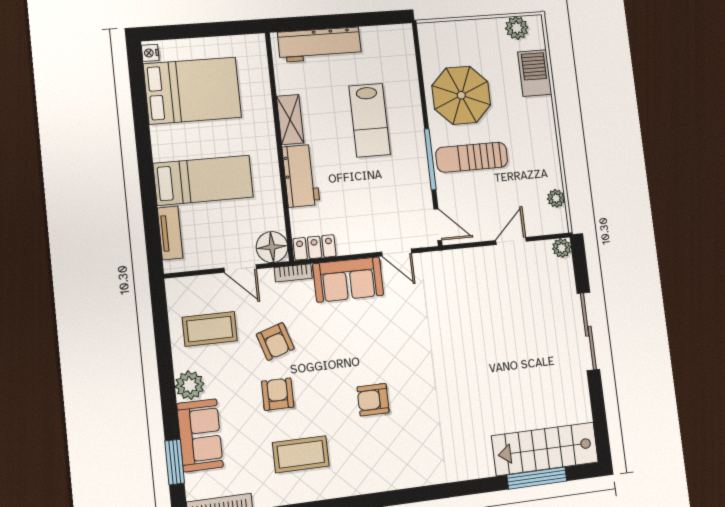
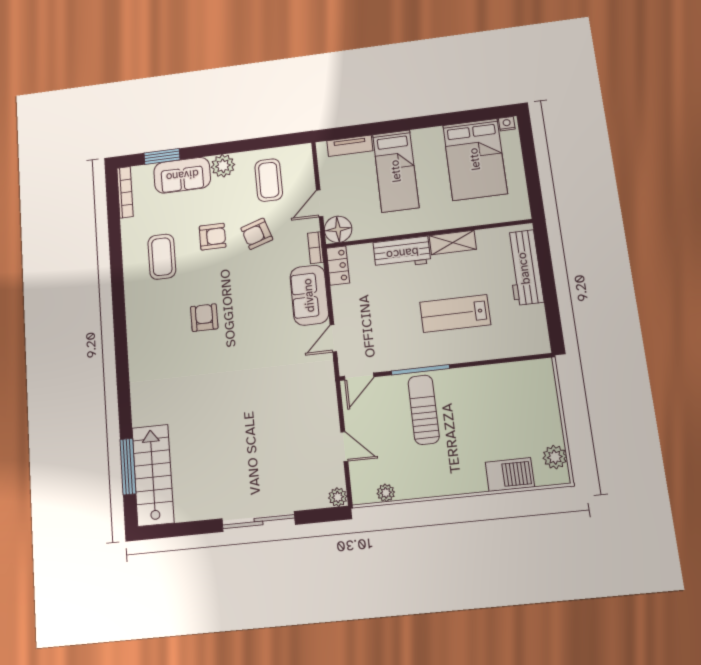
parasol: (461, 95) -> (483, 400), removed

